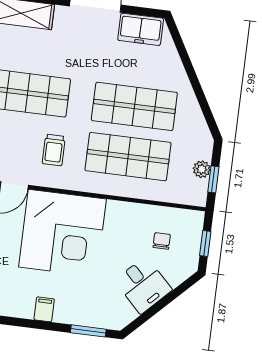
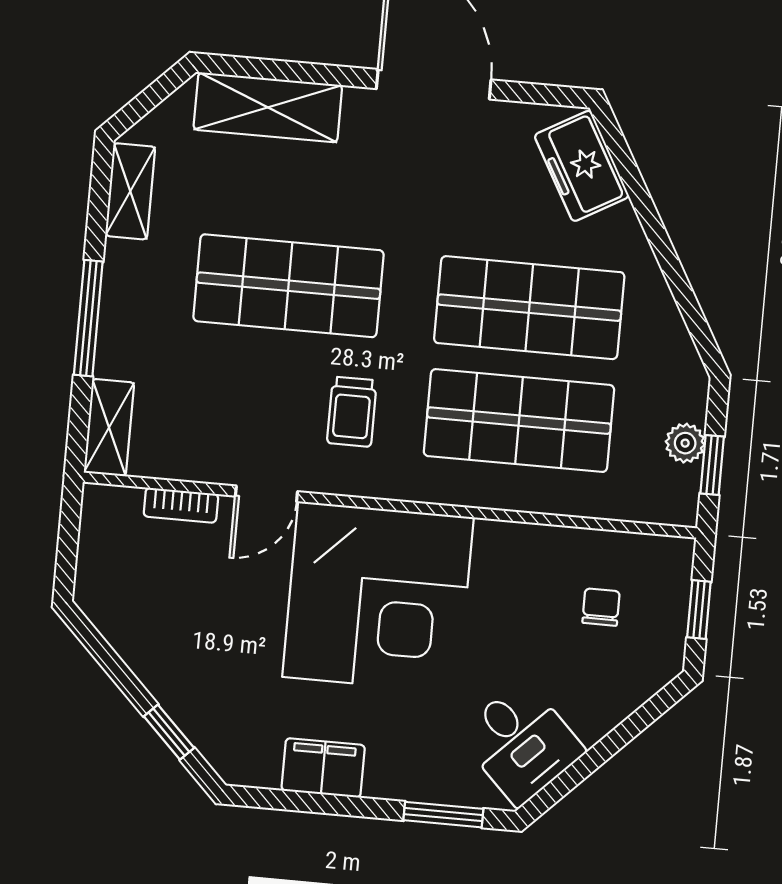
freezer: (141, 29) -> (582, 166), moved, turned 61
desk: (143, 285) -> (521, 743), moved
filing cabinet: (44, 309) -> (323, 768), width x2.00

